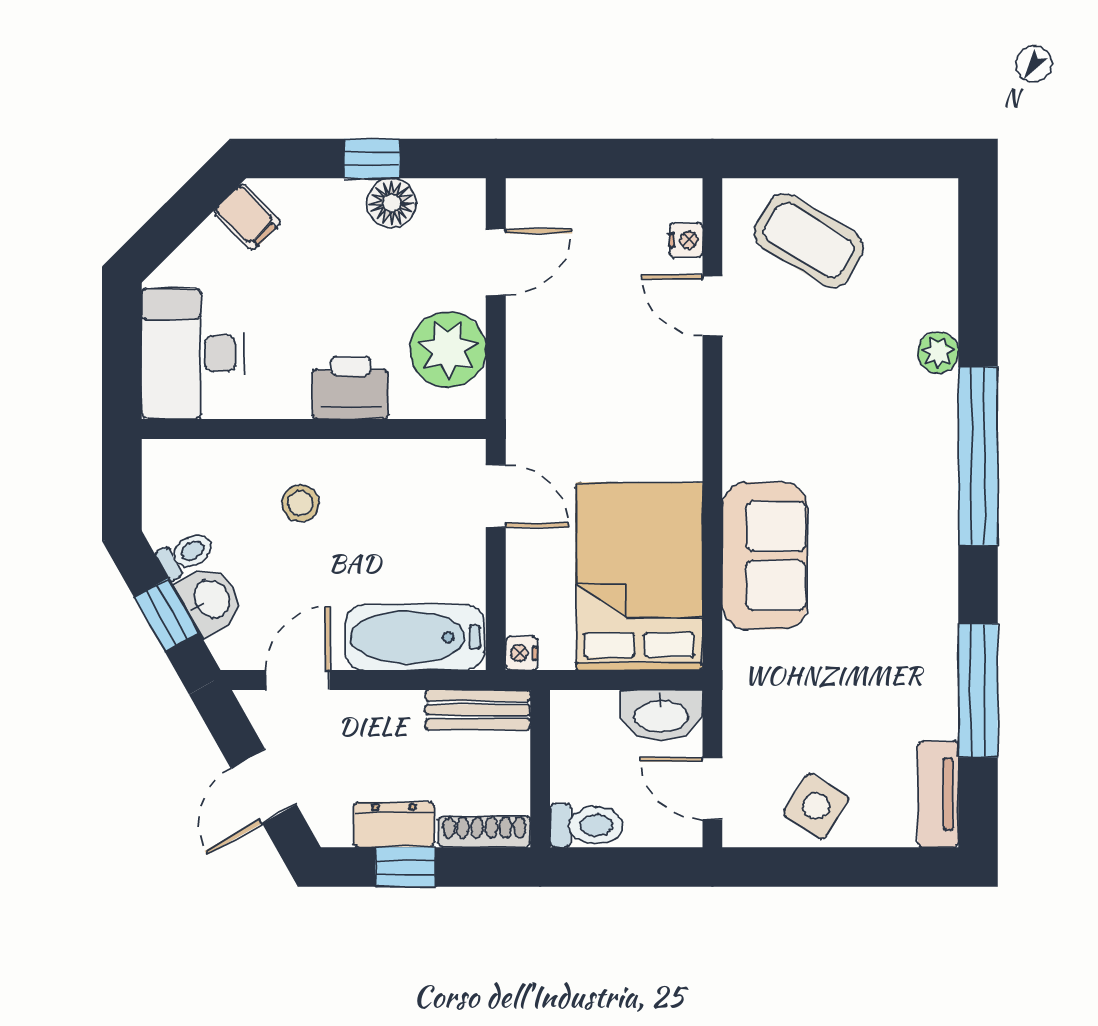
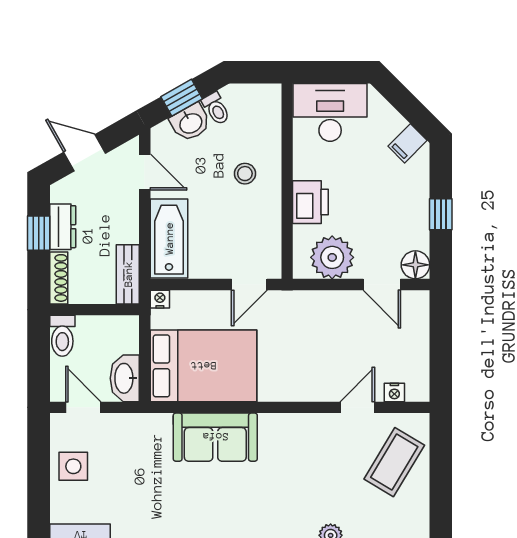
floor lamp: (392, 203) -> (415, 265), moved
door: (712, 788) -> (83, 407), hinge flipped
side table: (816, 806) -> (73, 466), turned -32

